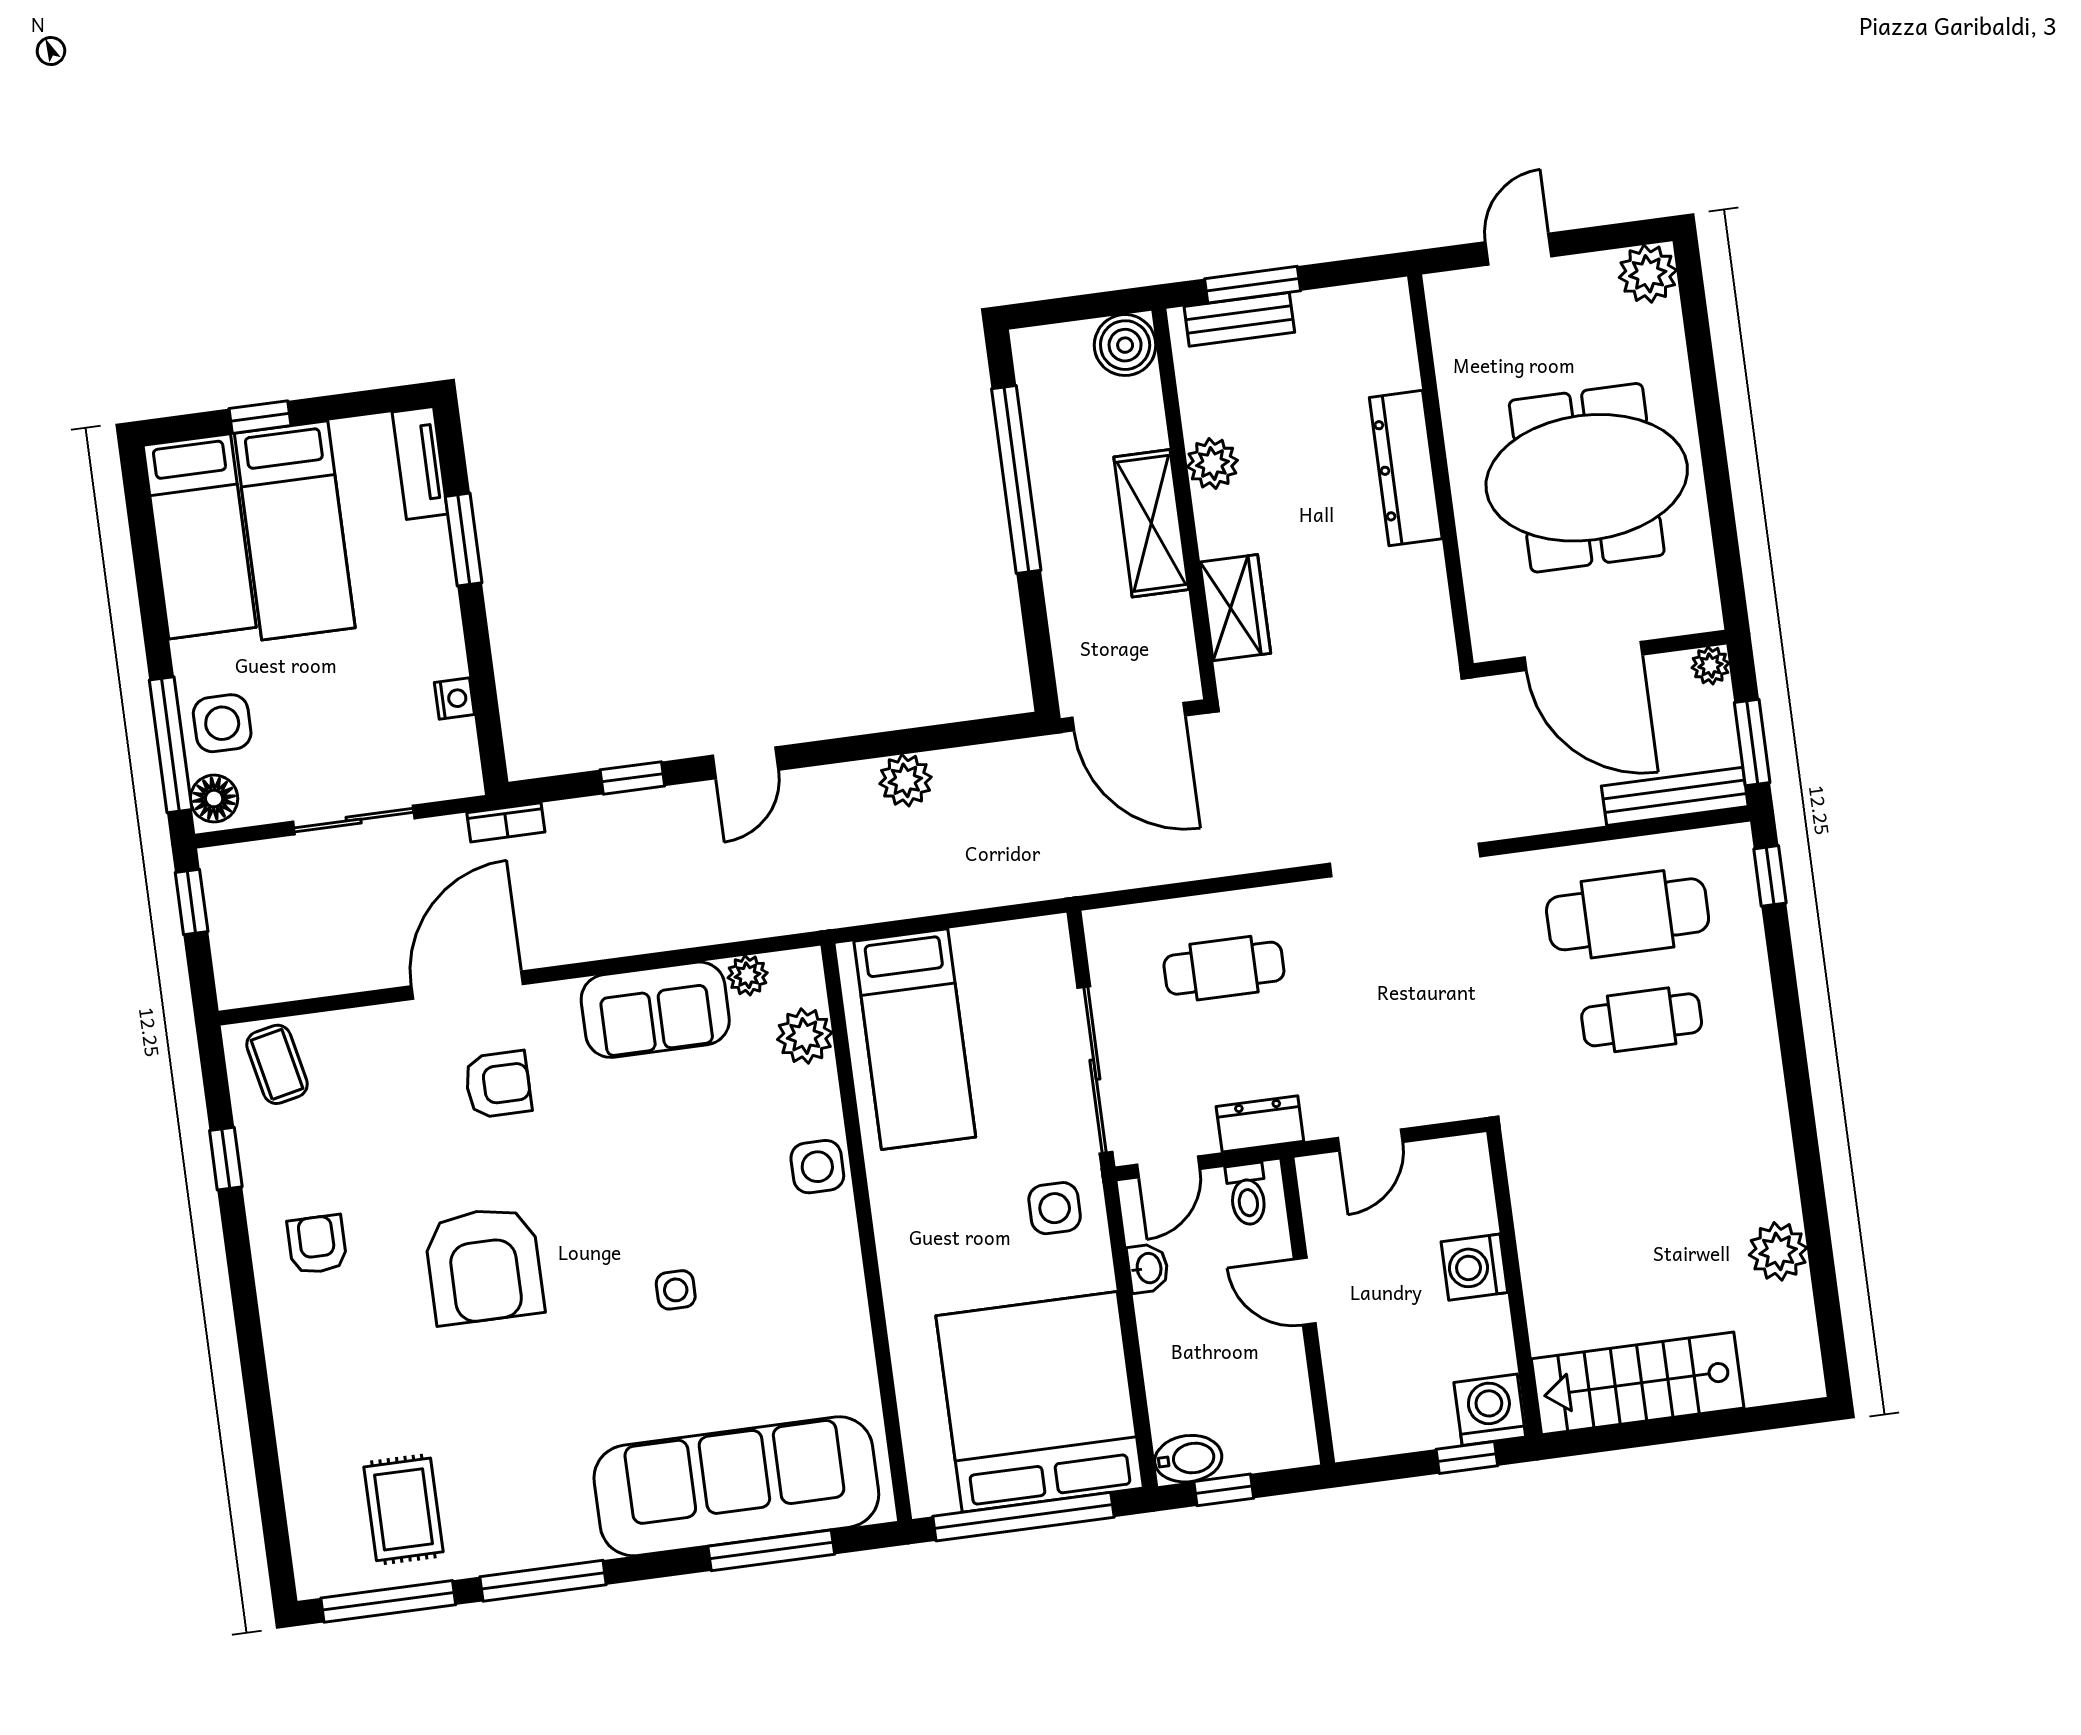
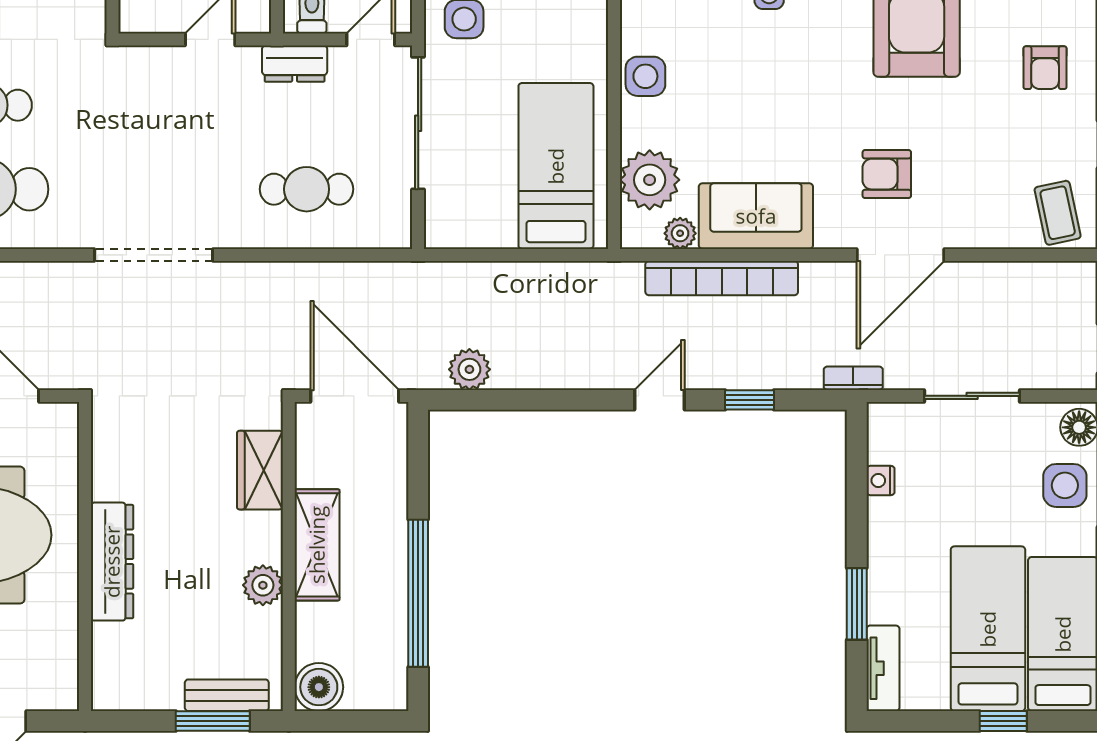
plant: (905, 780) -> (469, 369), moved
bookcase: (688, 926) -> (722, 278), added
plant: (805, 1036) -> (650, 180), width x1.36, depth x1.36

